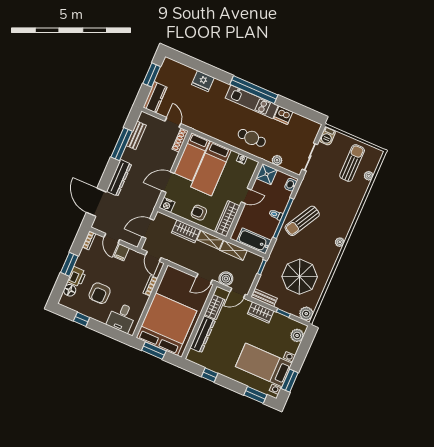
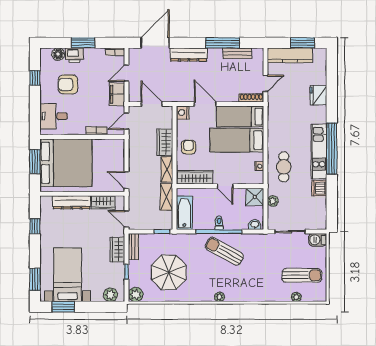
kitchen counter: (155, 97) -> (290, 55), width x1.50
filing cabinet: (122, 252) -> (117, 94), width x2.00
boiler: (226, 279) -> (136, 201), removed

